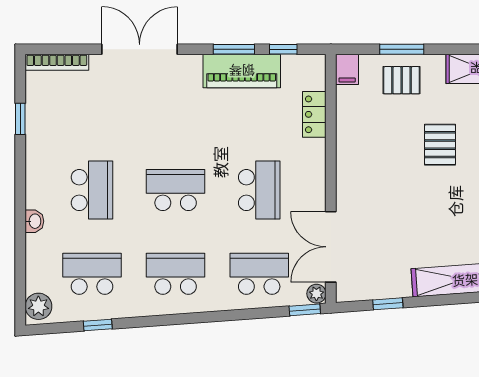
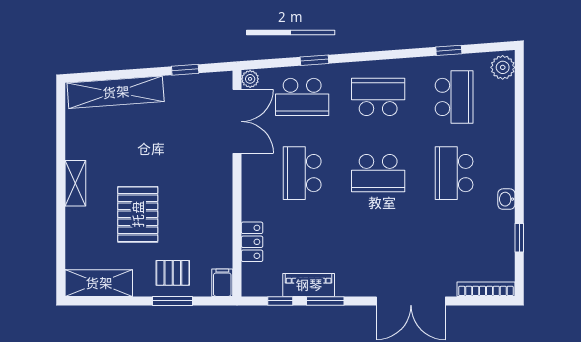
piano: (242, 71) -> (309, 285), width x0.73, depth x0.75
pallet: (440, 145) -> (138, 214), width x1.50, depth x1.42
washbasin: (34, 221) -> (506, 199), moved
school desk: (92, 274) -> (454, 97), turned -90
school desk: (176, 274) -> (378, 97), turned 180
window: (305, 310) -> (314, 60), moved

